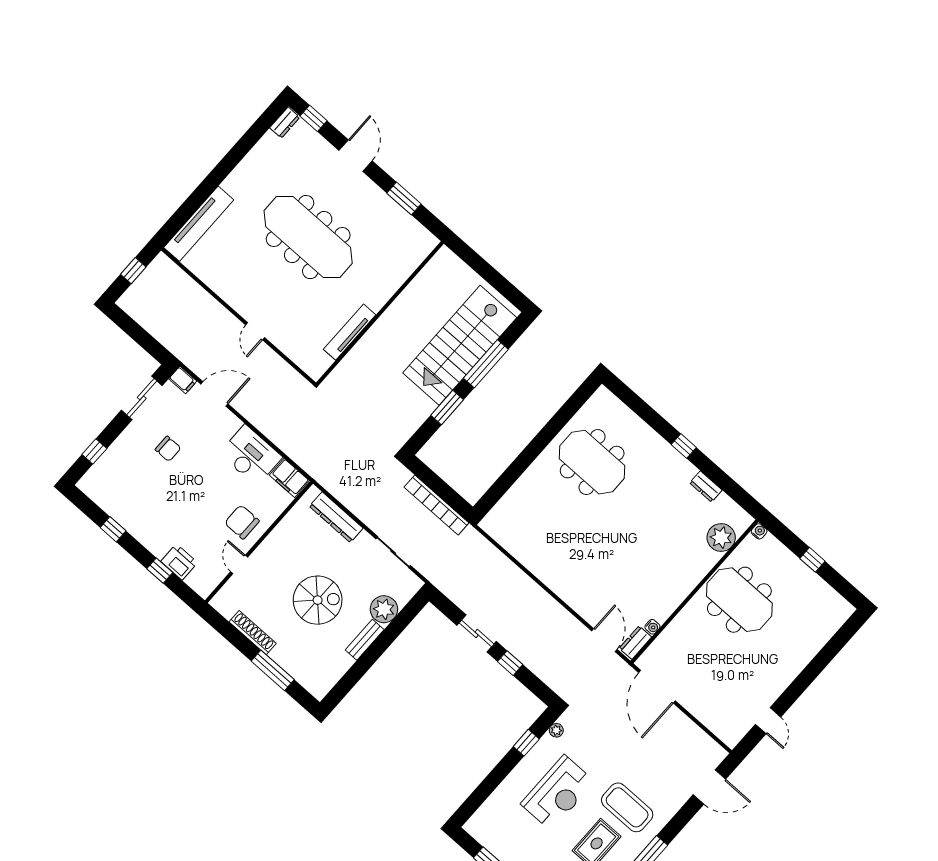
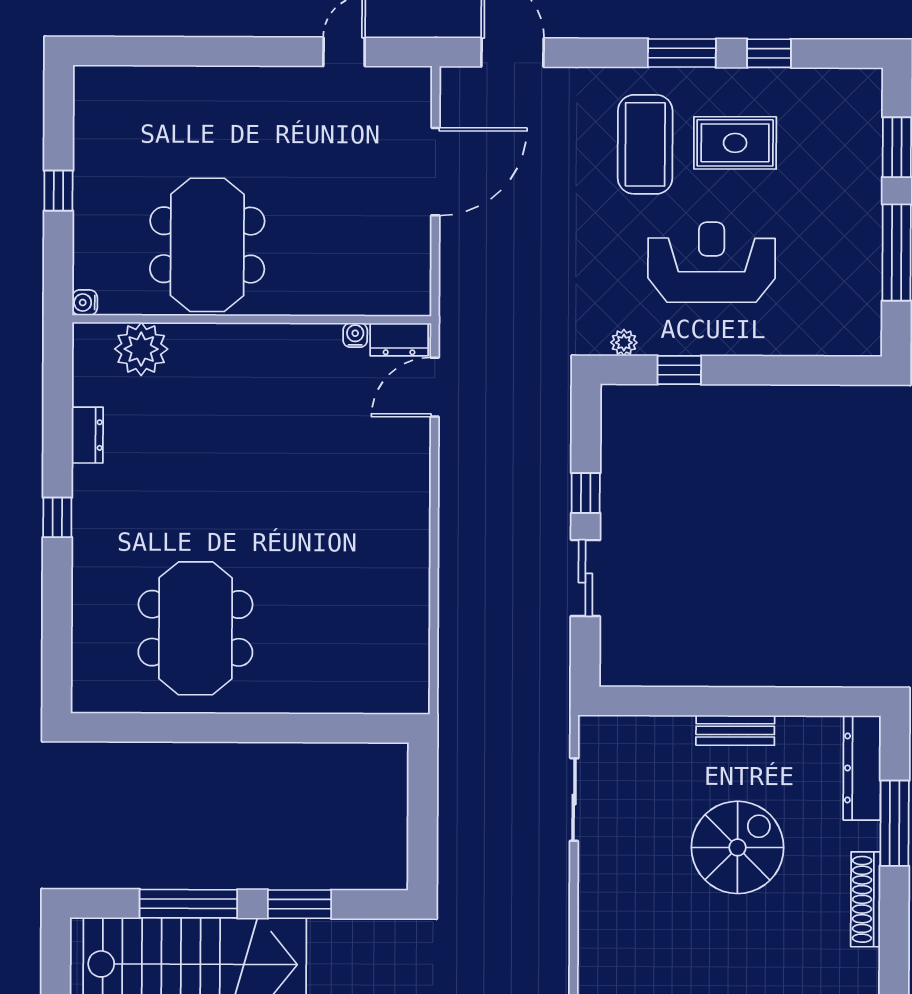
bookcase: (436, 505) -> (452, 797), removed
dresser: (336, 517) -> (862, 768), moved, turned 180
spiral stairs: (318, 600) -> (738, 847), turned 90
plant: (384, 609) -> (667, 741), removed
door: (657, 687) -> (435, 172), moved

